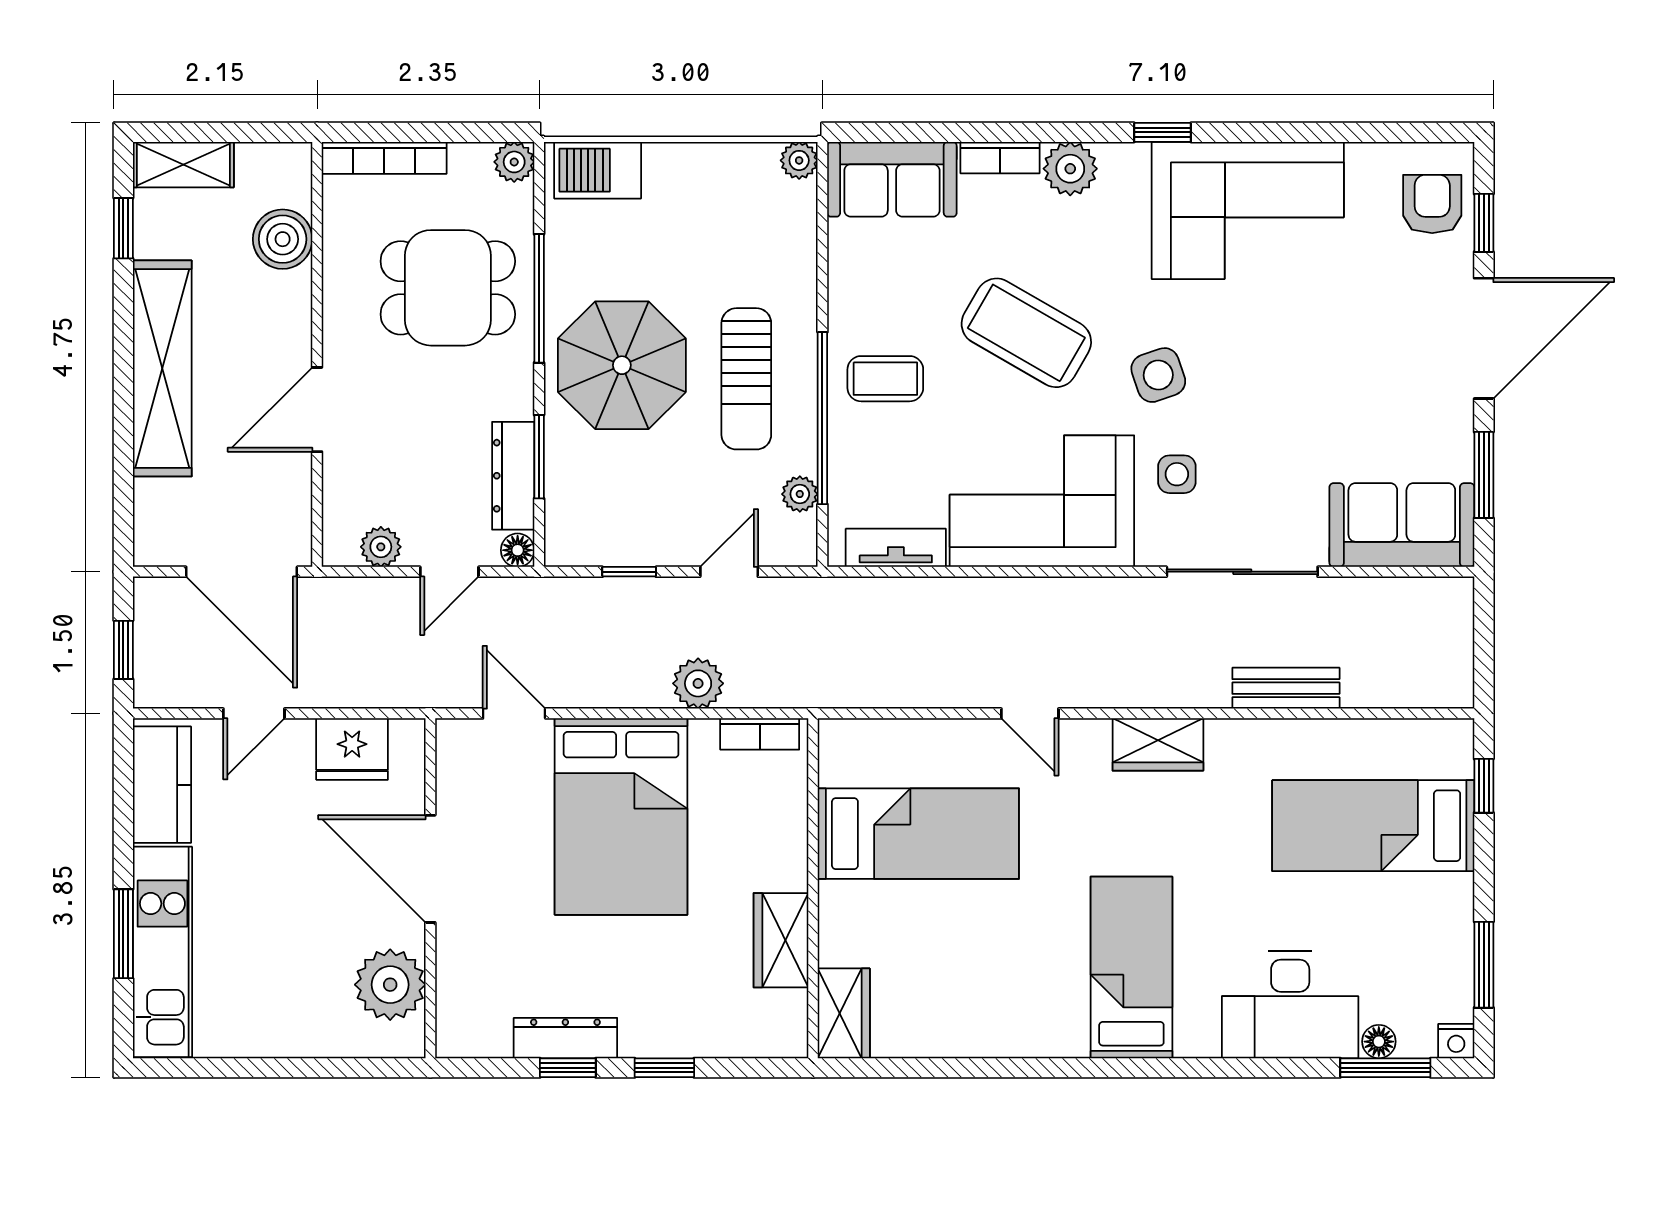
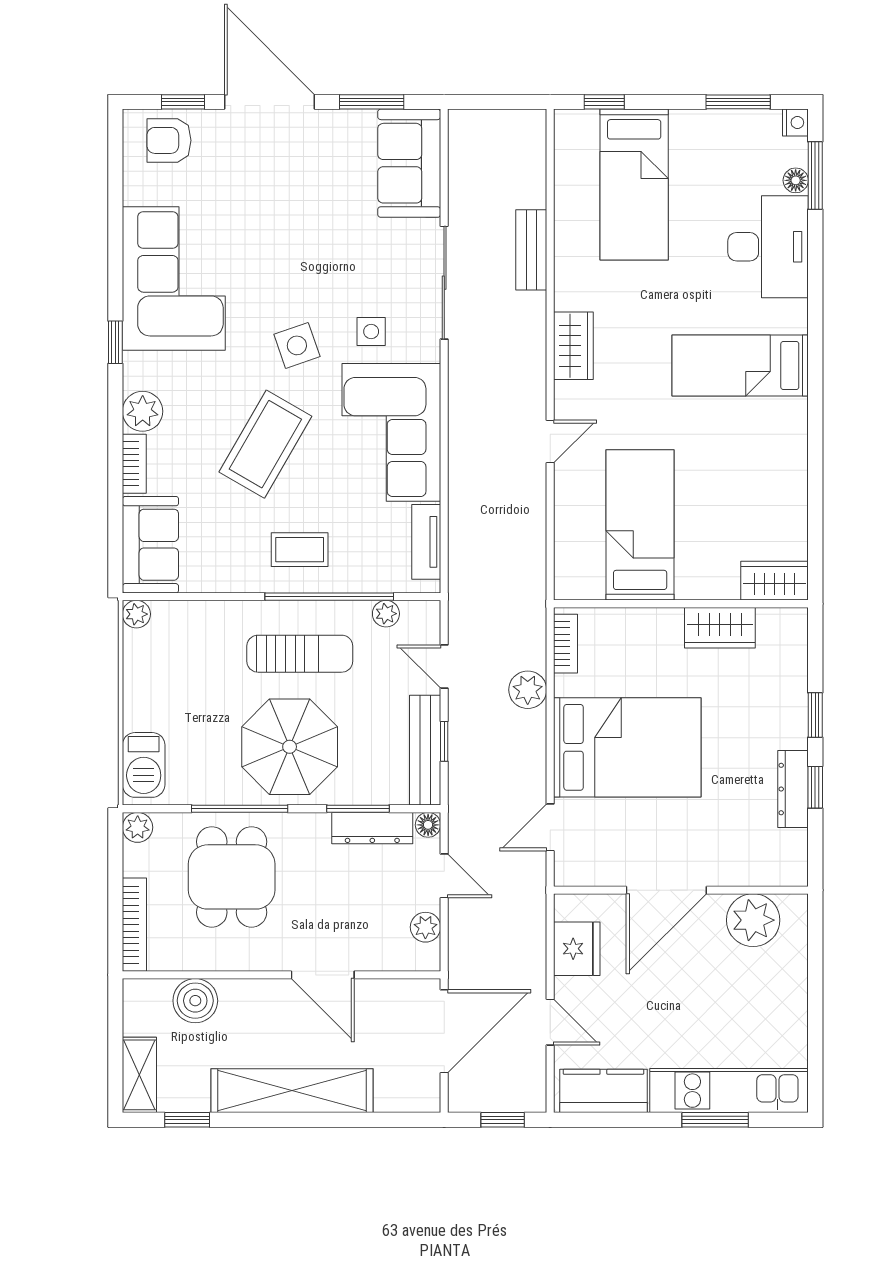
coffee table: (885, 379) -> (300, 550), turned 90
bench: (617, 546) -> (425, 750), added

